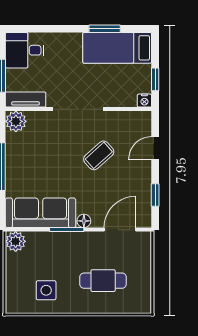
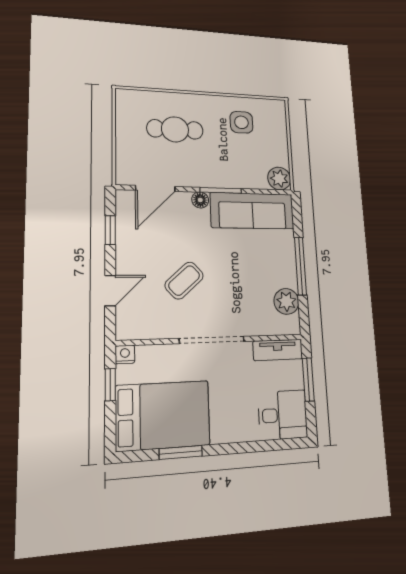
bed: (117, 48) -> (163, 415), width x1.50
plant: (16, 121) -> (286, 301), moved

